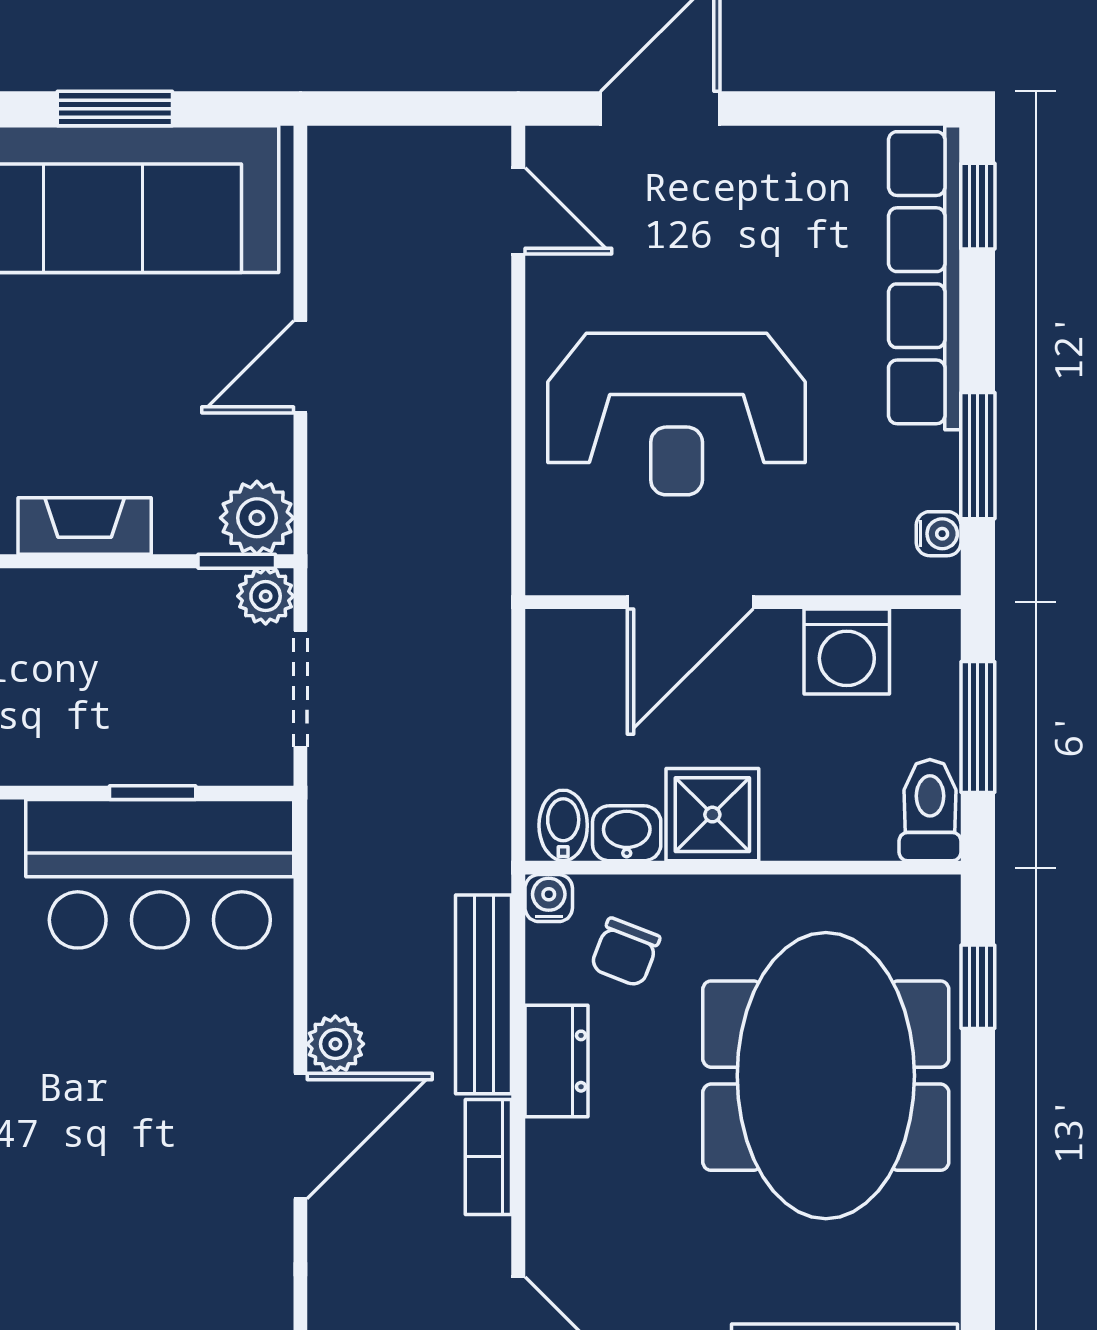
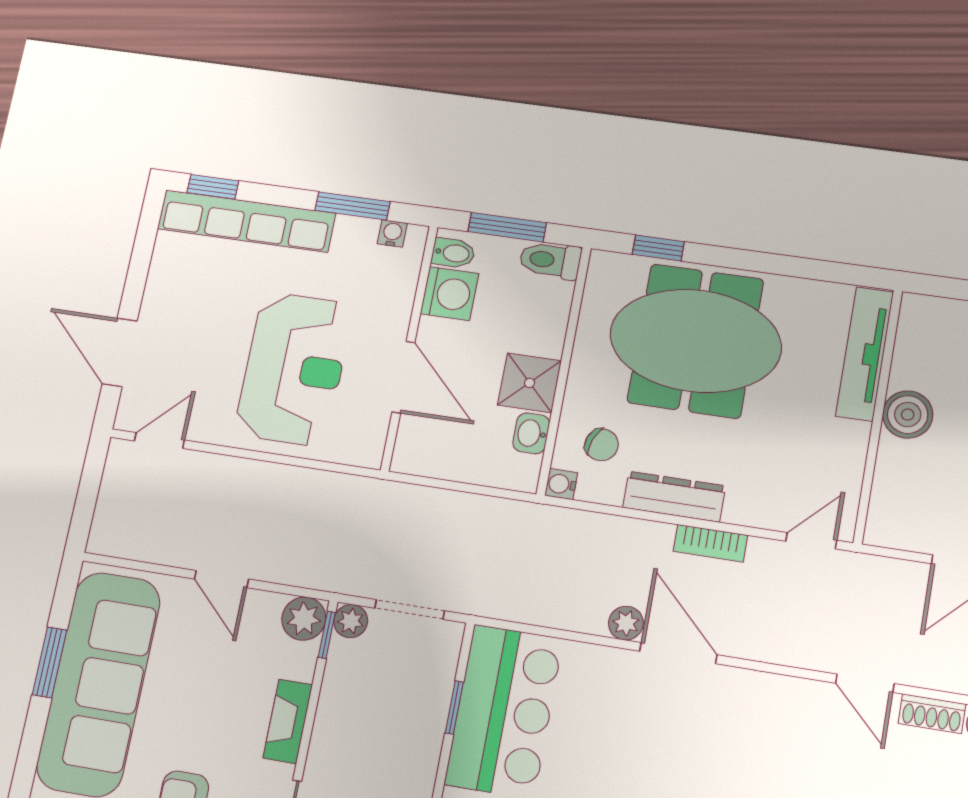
bidet: (563, 825) -> (453, 253), moved, turned 180
bench: (484, 994) -> (612, 531), removed
dresser: (556, 1061) -> (674, 497), width x1.44

